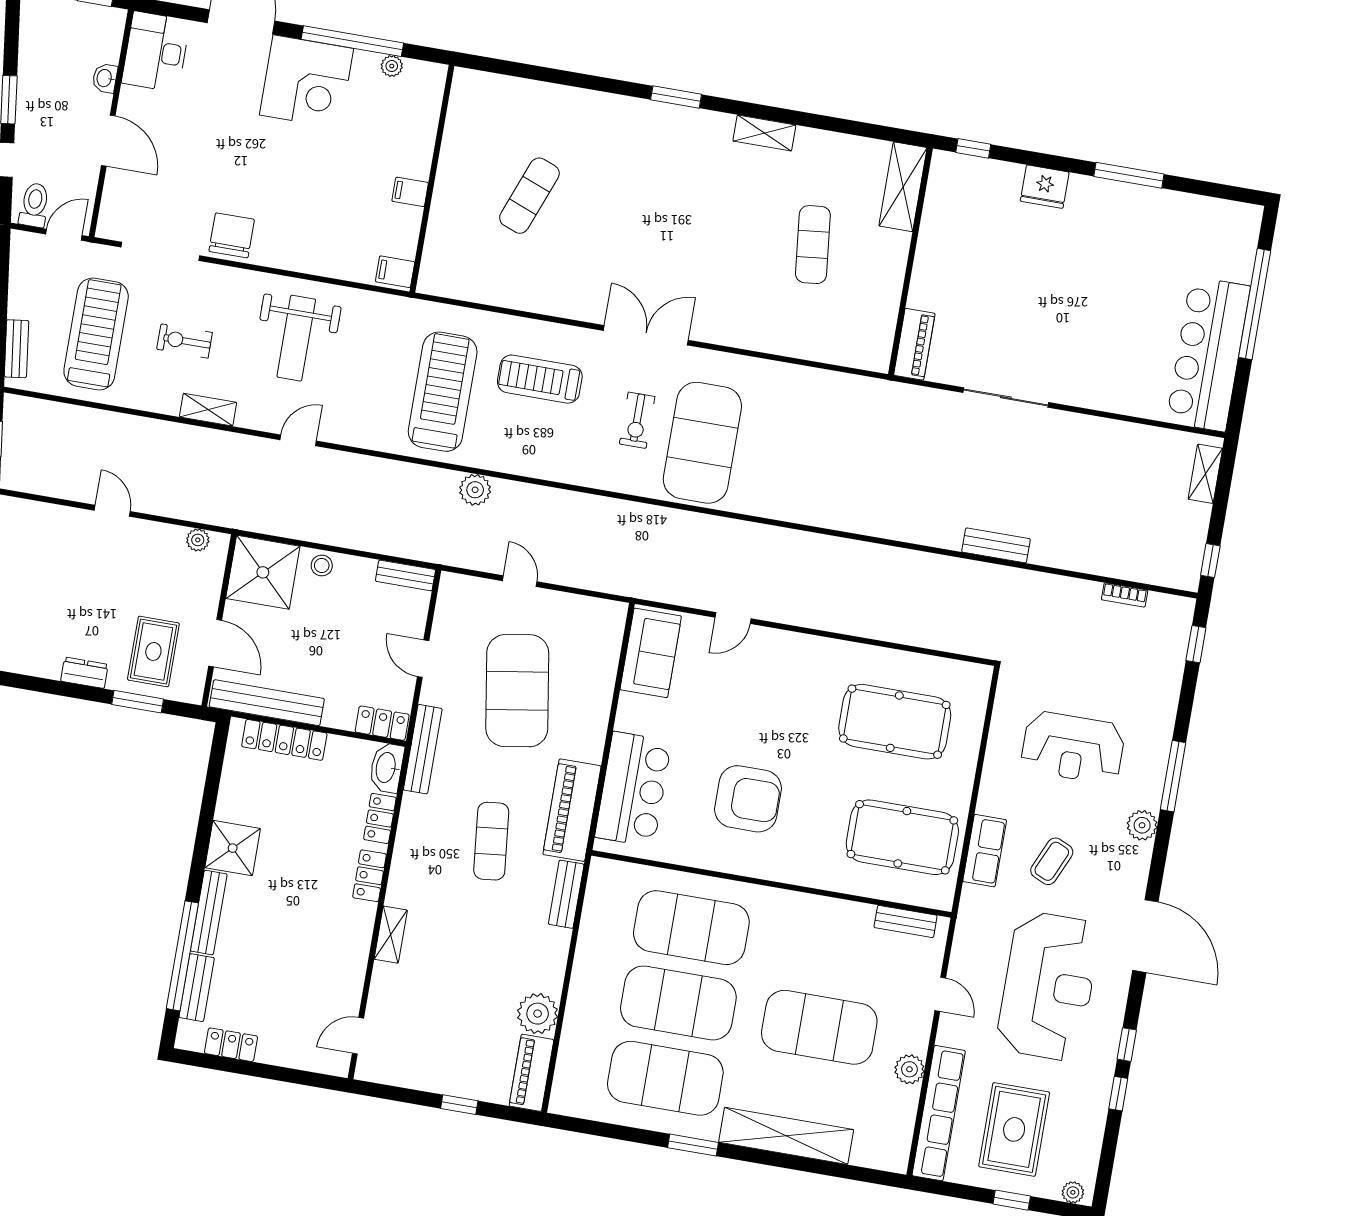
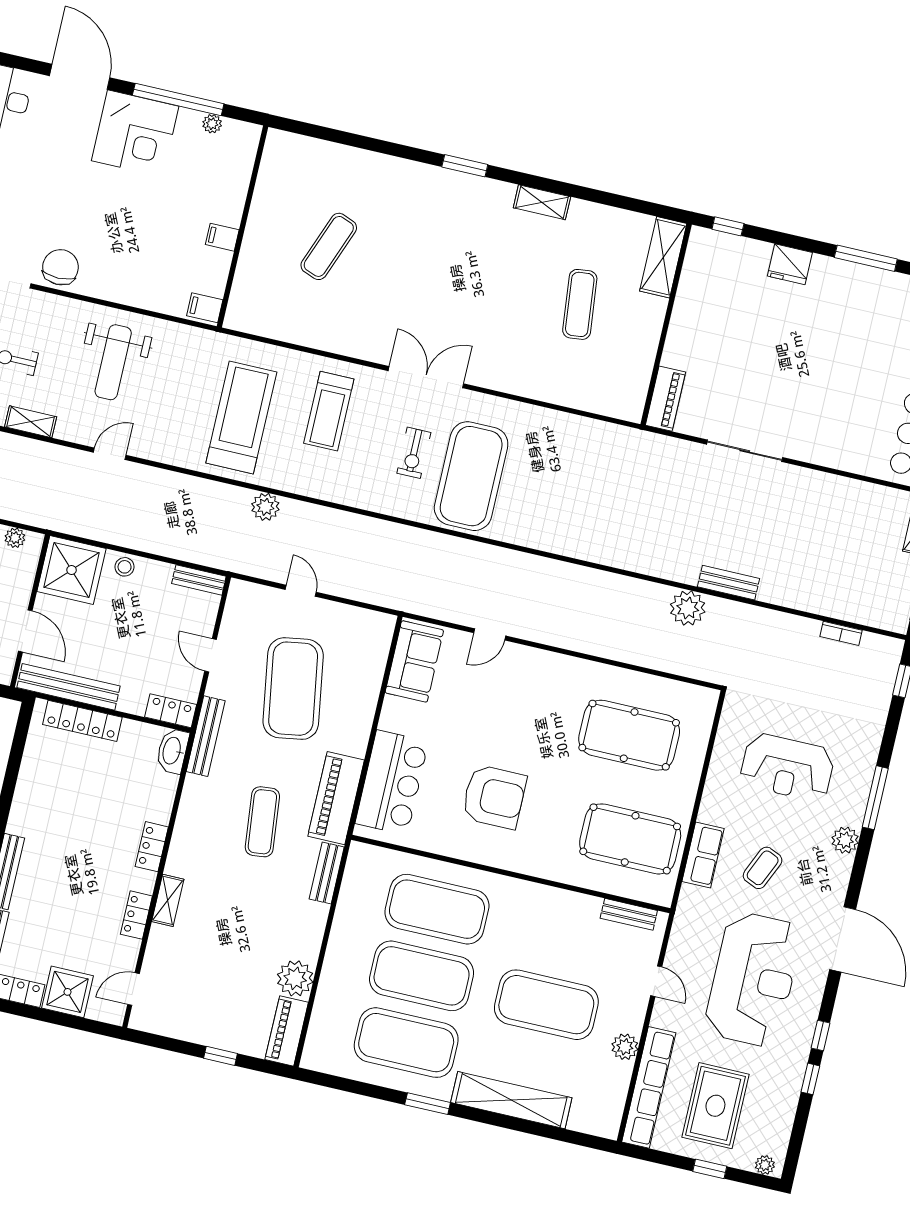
treadmill: (540, 379) -> (329, 411), turned -90
plant: (952, 576) -> (688, 608), added
locker: (380, 818) -> (136, 915), moved
shower: (233, 848) -> (67, 992), moved

